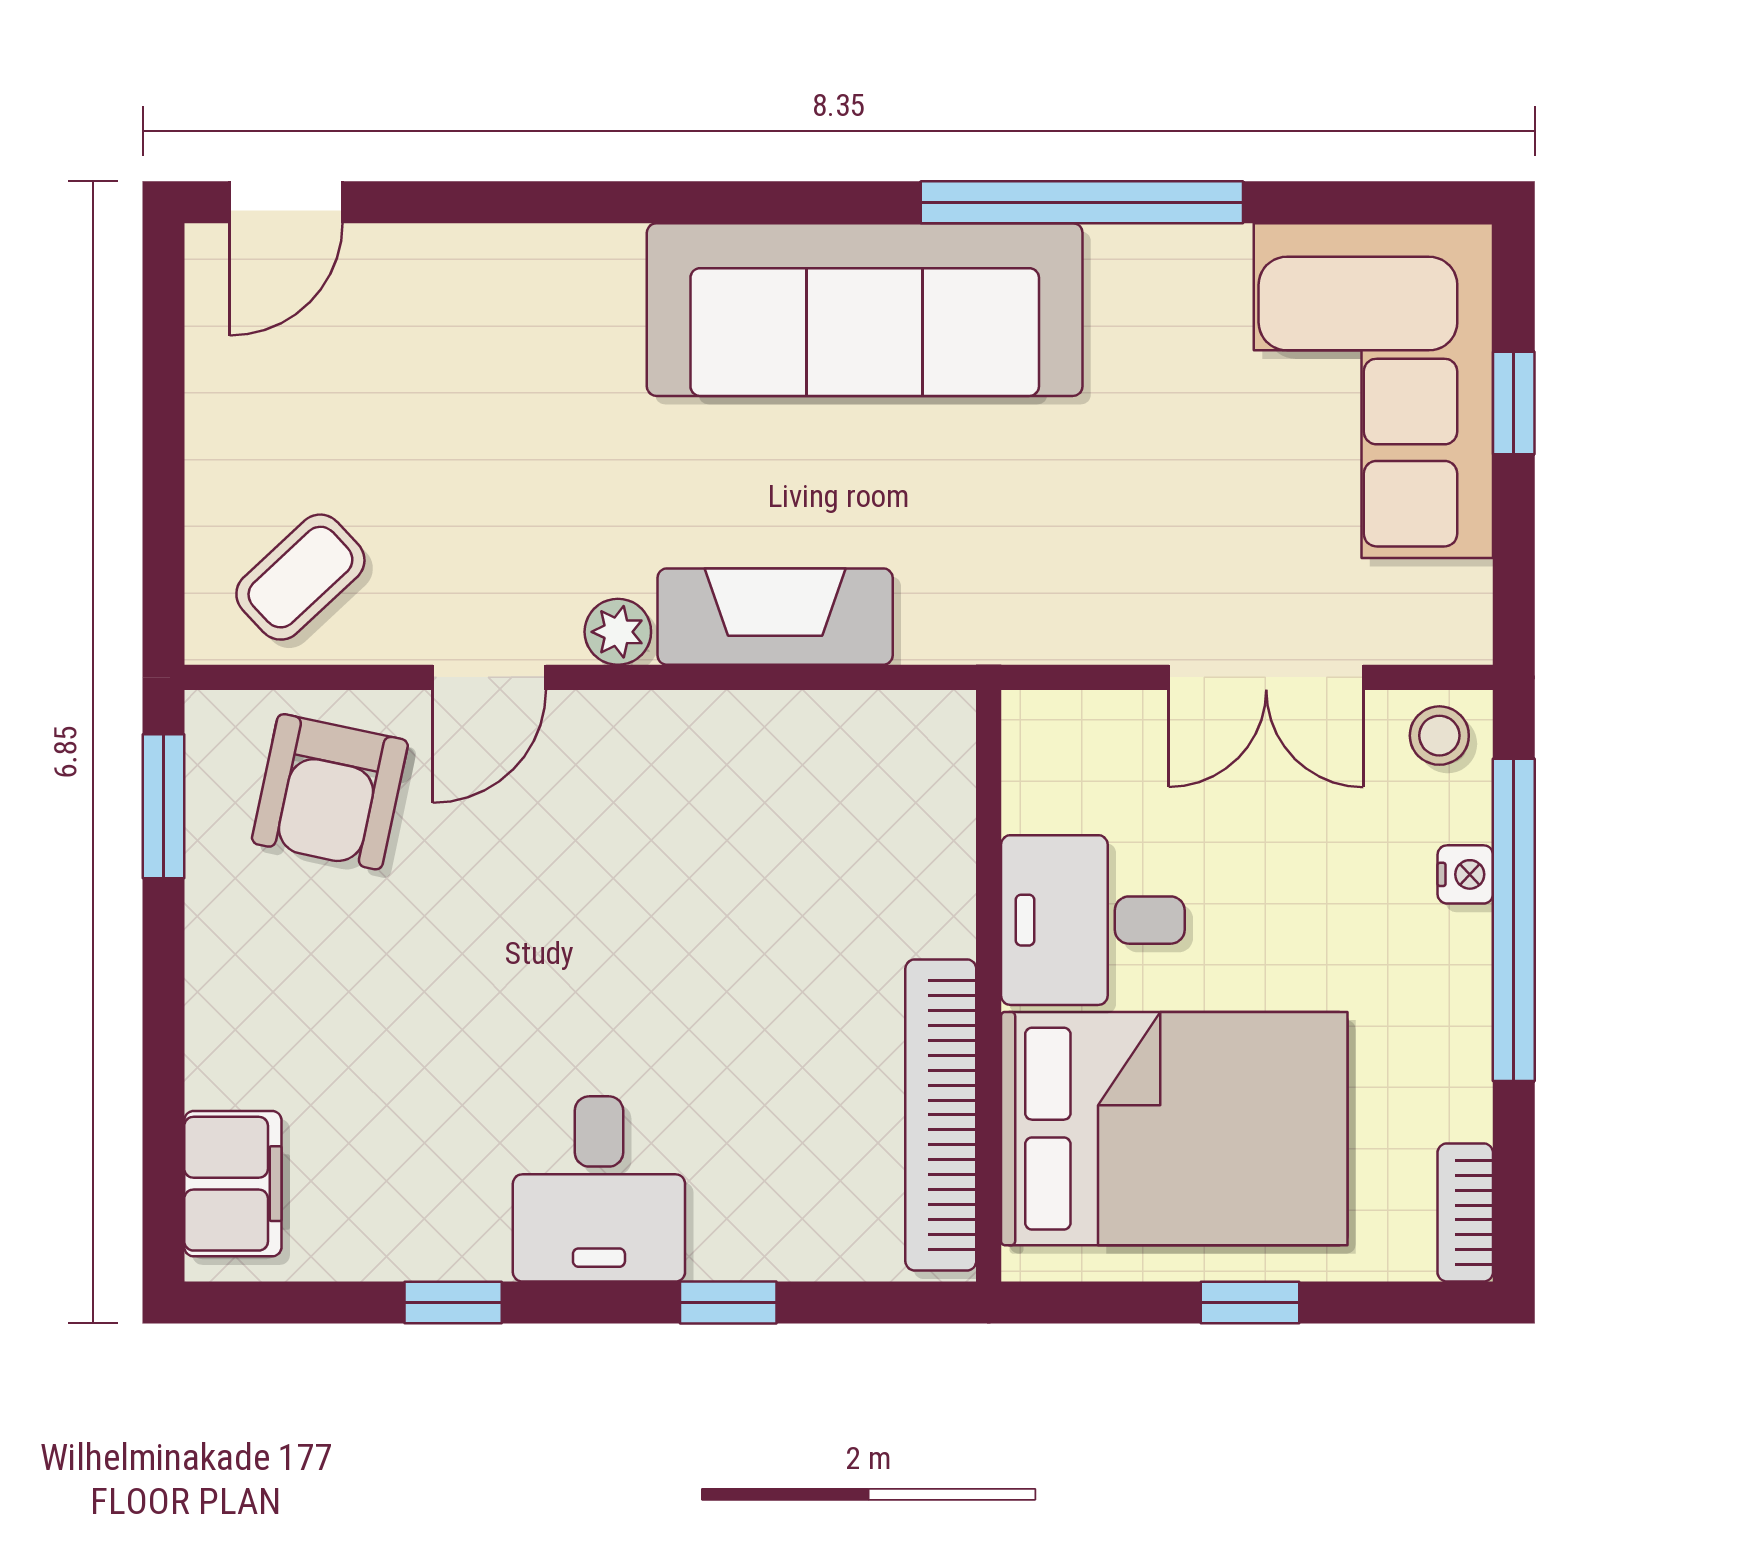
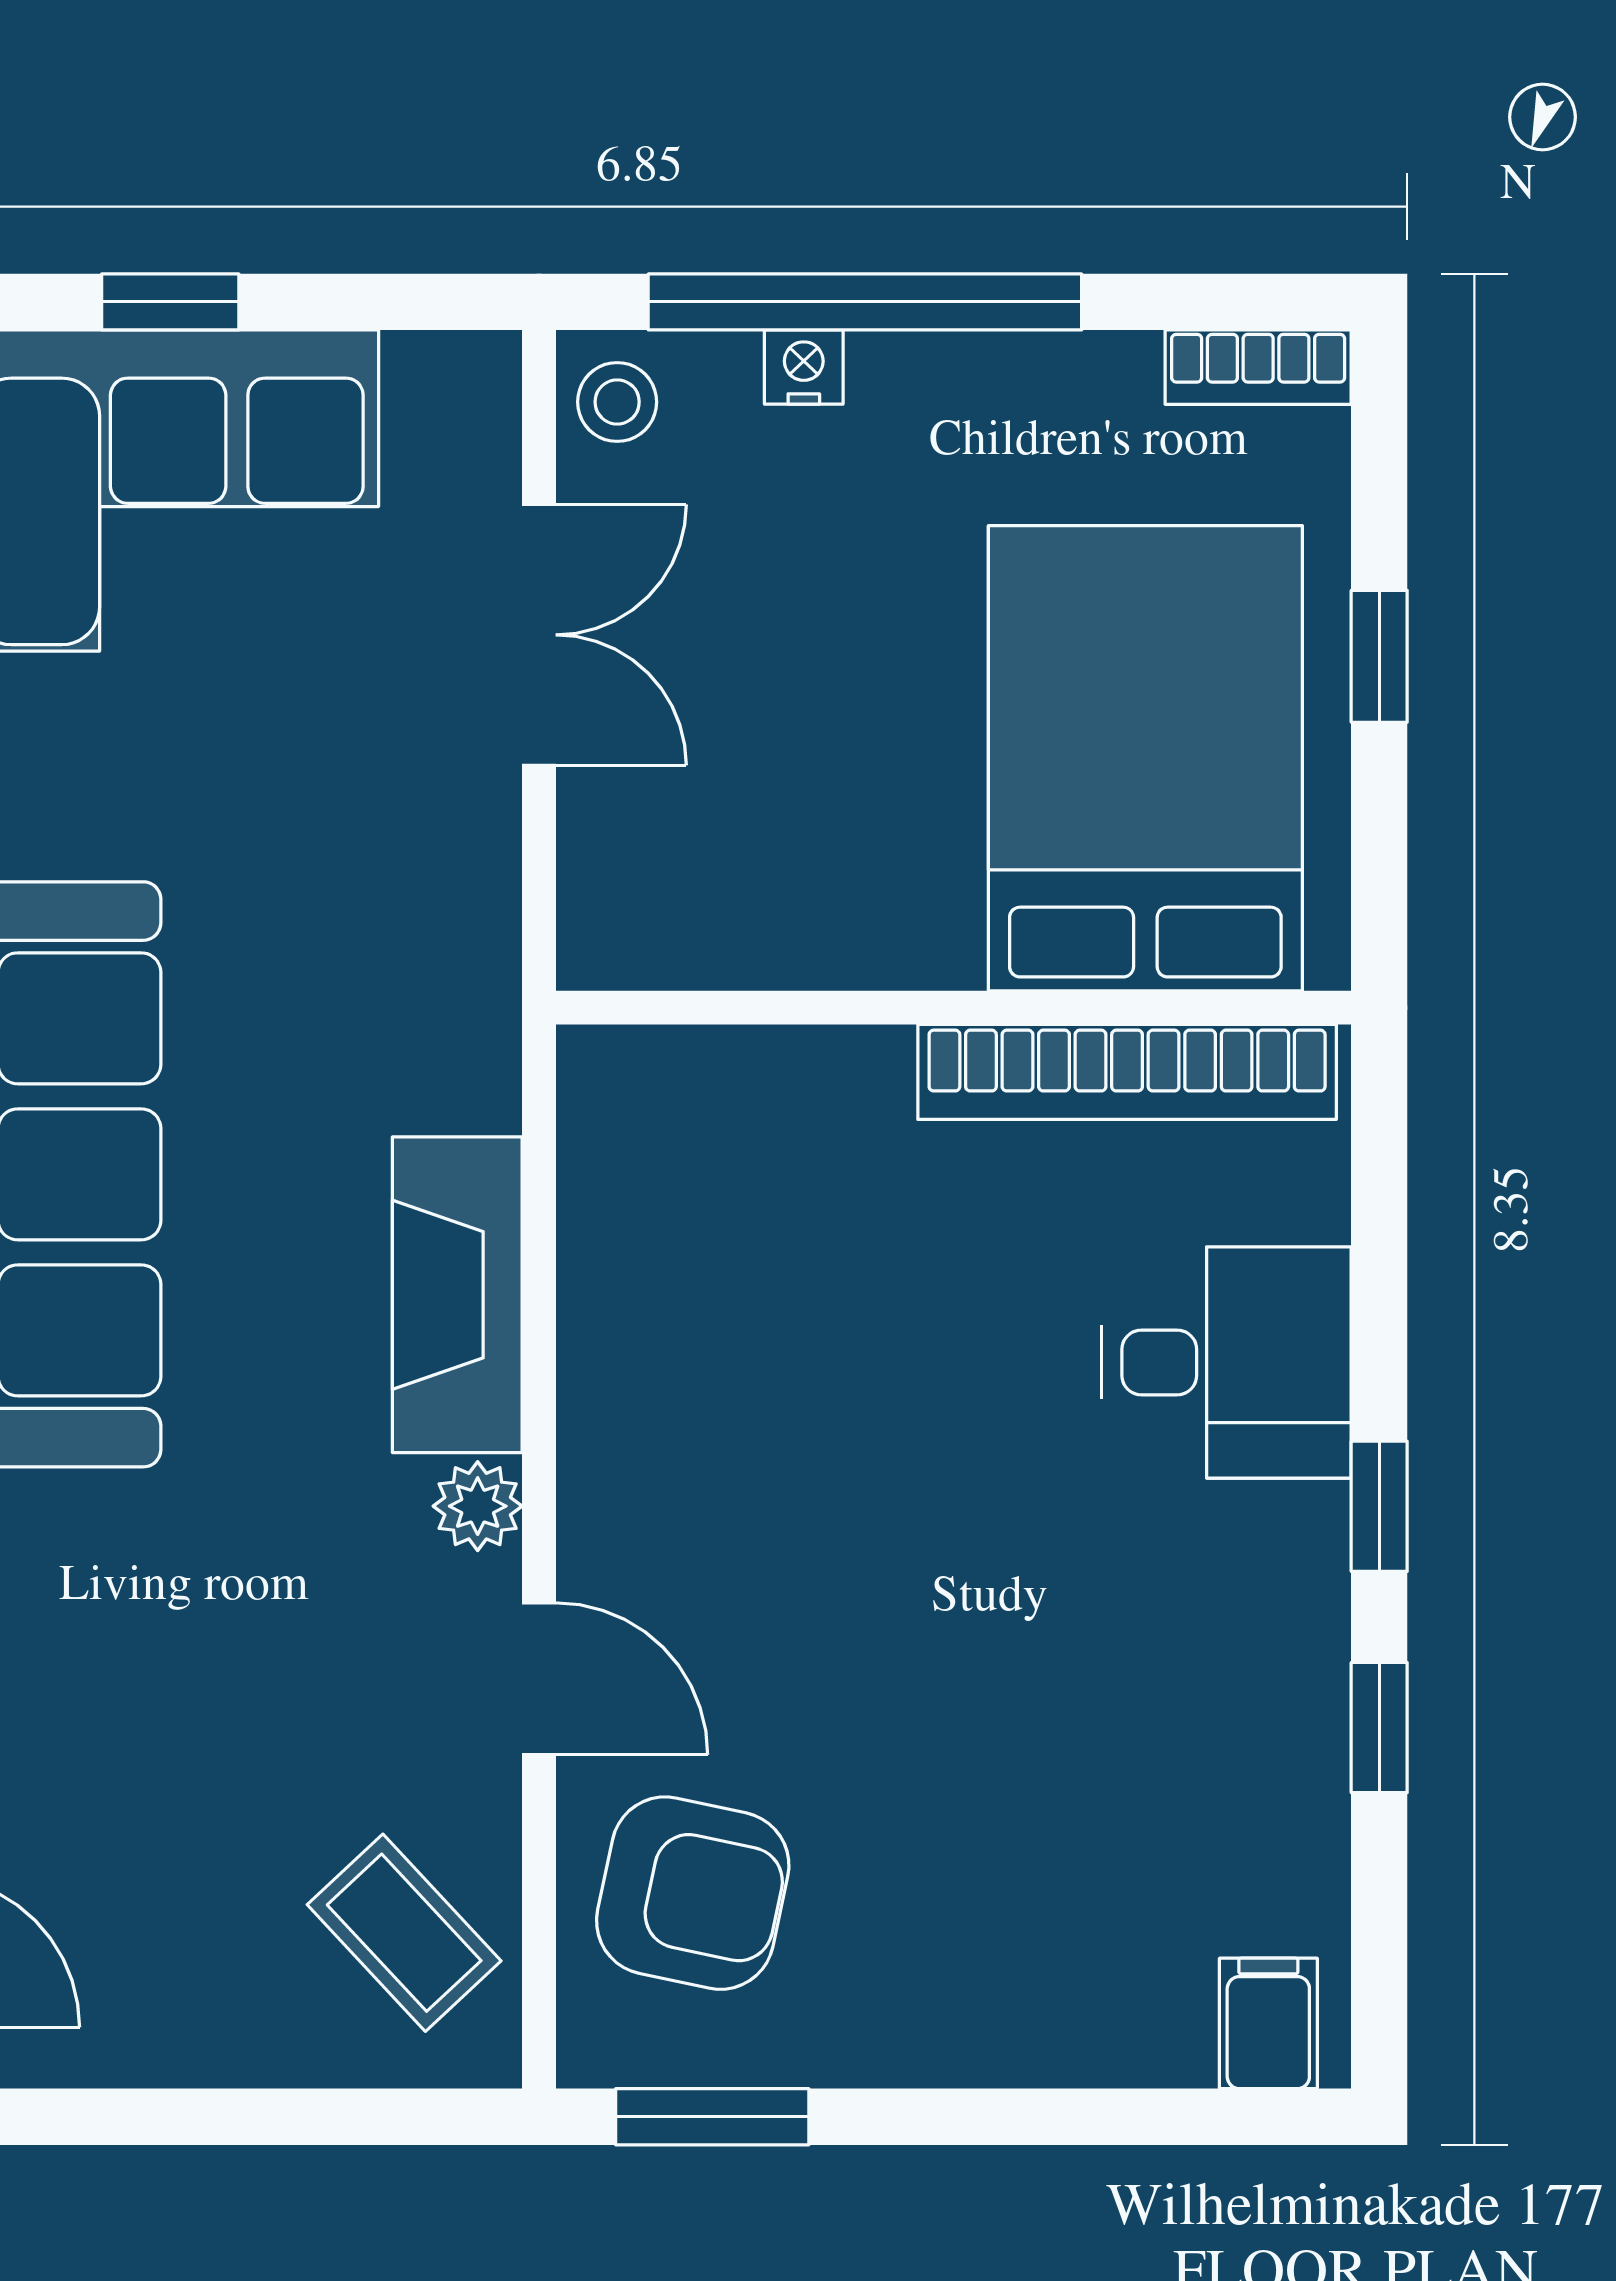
desk: (1093, 920) -> (865, 868), removed
filing cabinet: (233, 1184) -> (1268, 2023), width x0.50
desk: (599, 1189) -> (1227, 1362), moved
window: (728, 1303) -> (1379, 1506), moved

